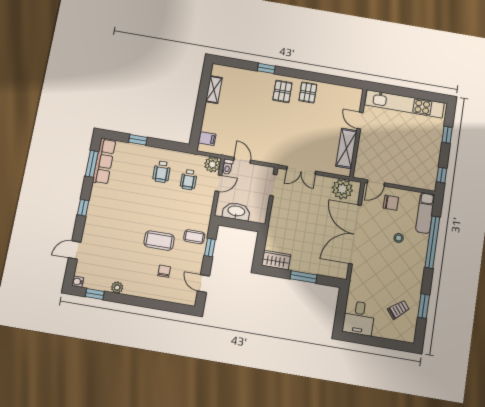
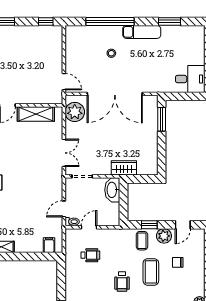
plant: (212, 164) -> (164, 236), moved
wheelchair: (162, 172) -> (122, 282), moved, turned 91
door: (218, 183) -> (89, 227), hinge flipped
chair: (391, 203) -> (80, 65), removed
washbasin: (236, 211) -> (112, 190), moved
exam couch: (425, 213) -> (142, 32), moved
wardrobe: (276, 260) -> (124, 168), moved, turned 90
window: (304, 277) -> (162, 119), moved
trolley: (398, 310) -> (177, 44), removed

